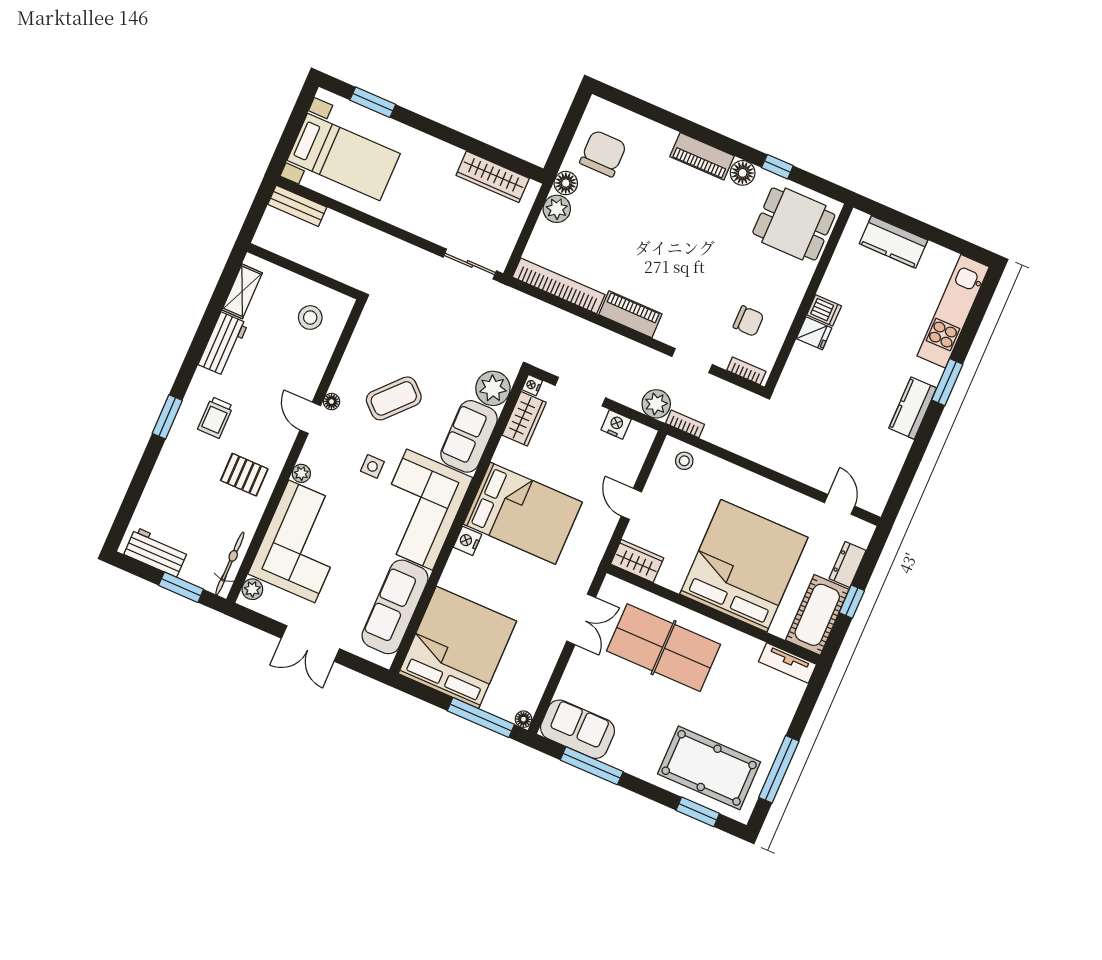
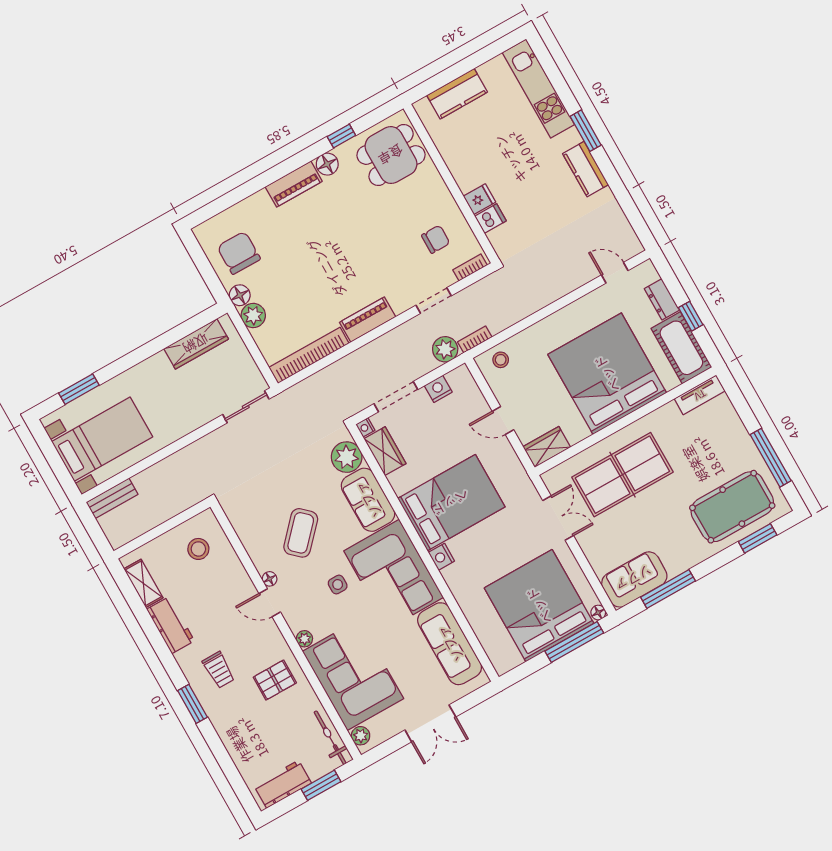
dishwasher: (824, 310) -> (490, 219), moved
bed: (457, 647) -> (539, 606), moved

